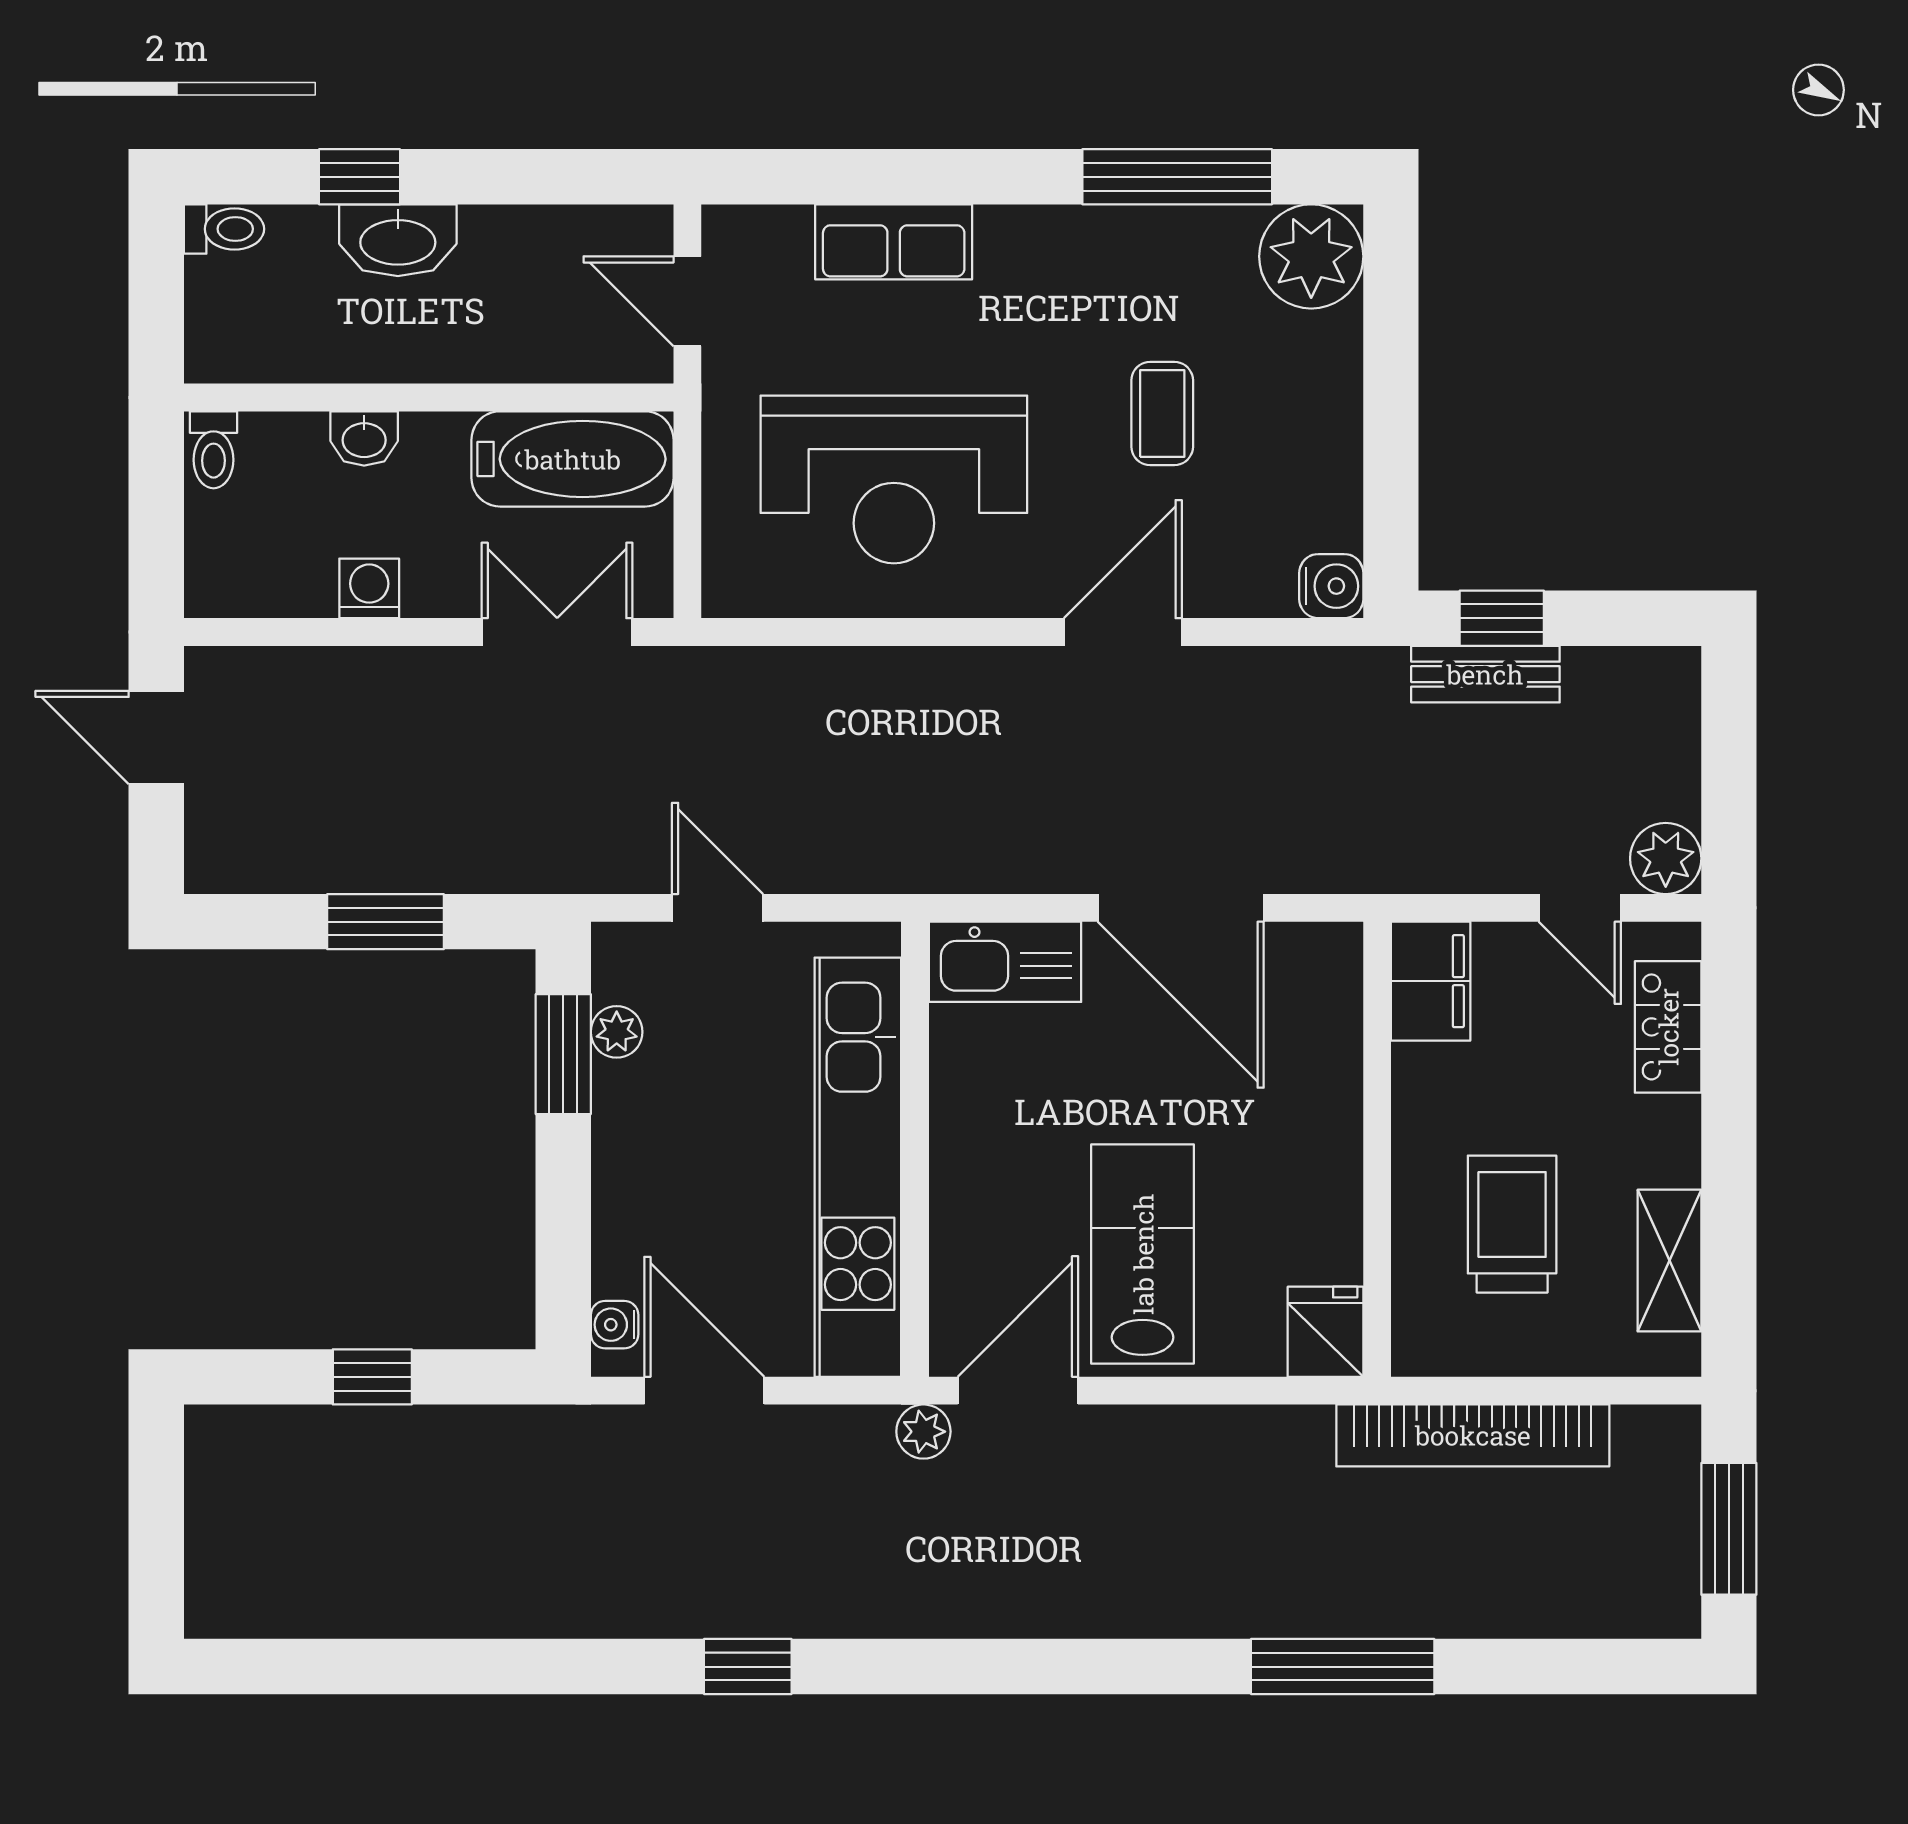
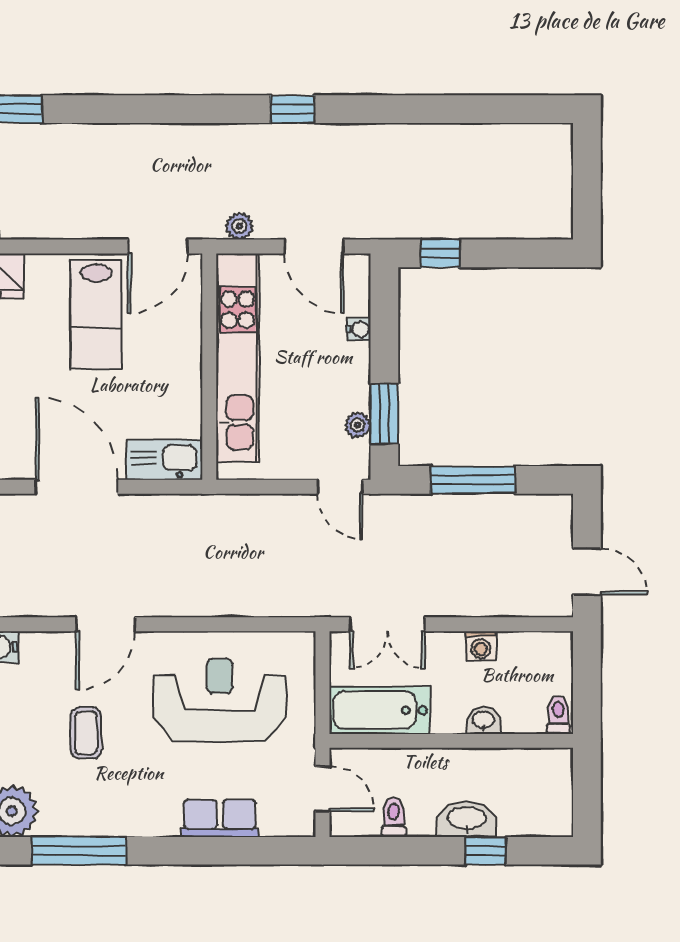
toilet: (224, 229) -> (394, 817), moved, turned 90
door: (718, 908) -> (340, 487), moved
window: (385, 922) -> (473, 480), width x1.44
water cooler: (615, 1325) -> (359, 329), moved
window: (372, 1377) -> (441, 253), moved
plant: (923, 1432) -> (239, 226), moved

